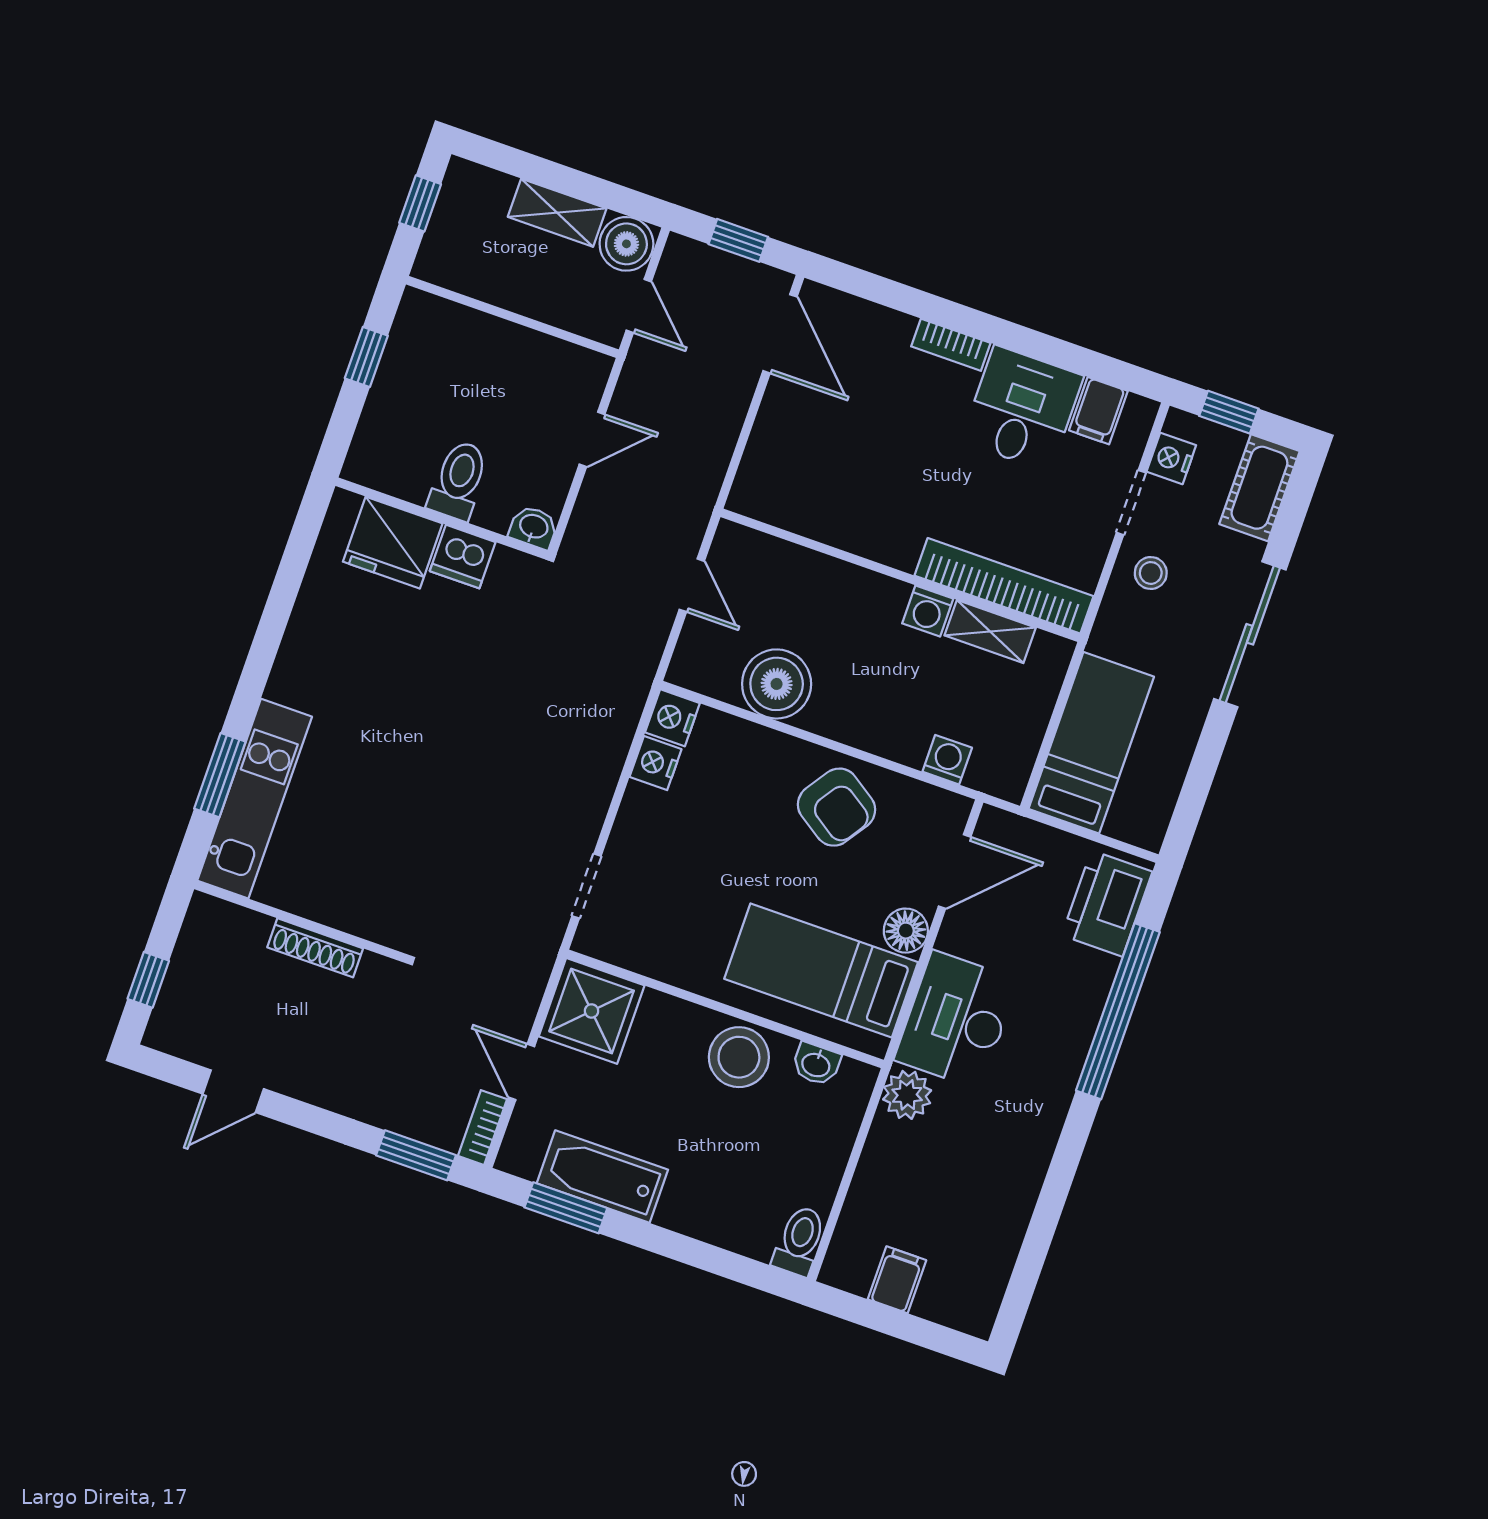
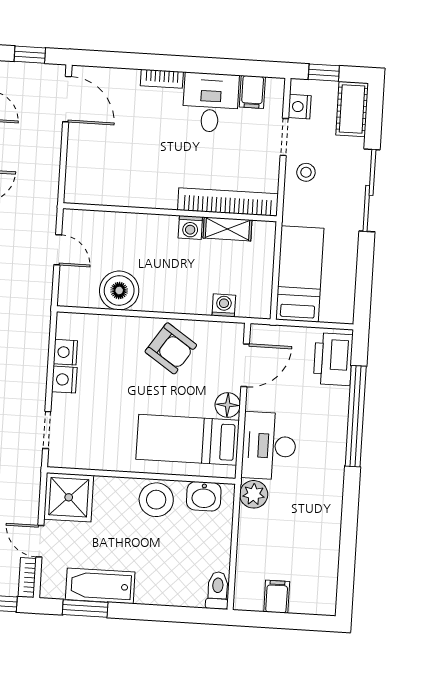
nightstand: (672, 718) -> (64, 380), moved
washbasin: (816, 1064) -> (204, 496), width x1.38, depth x1.45

